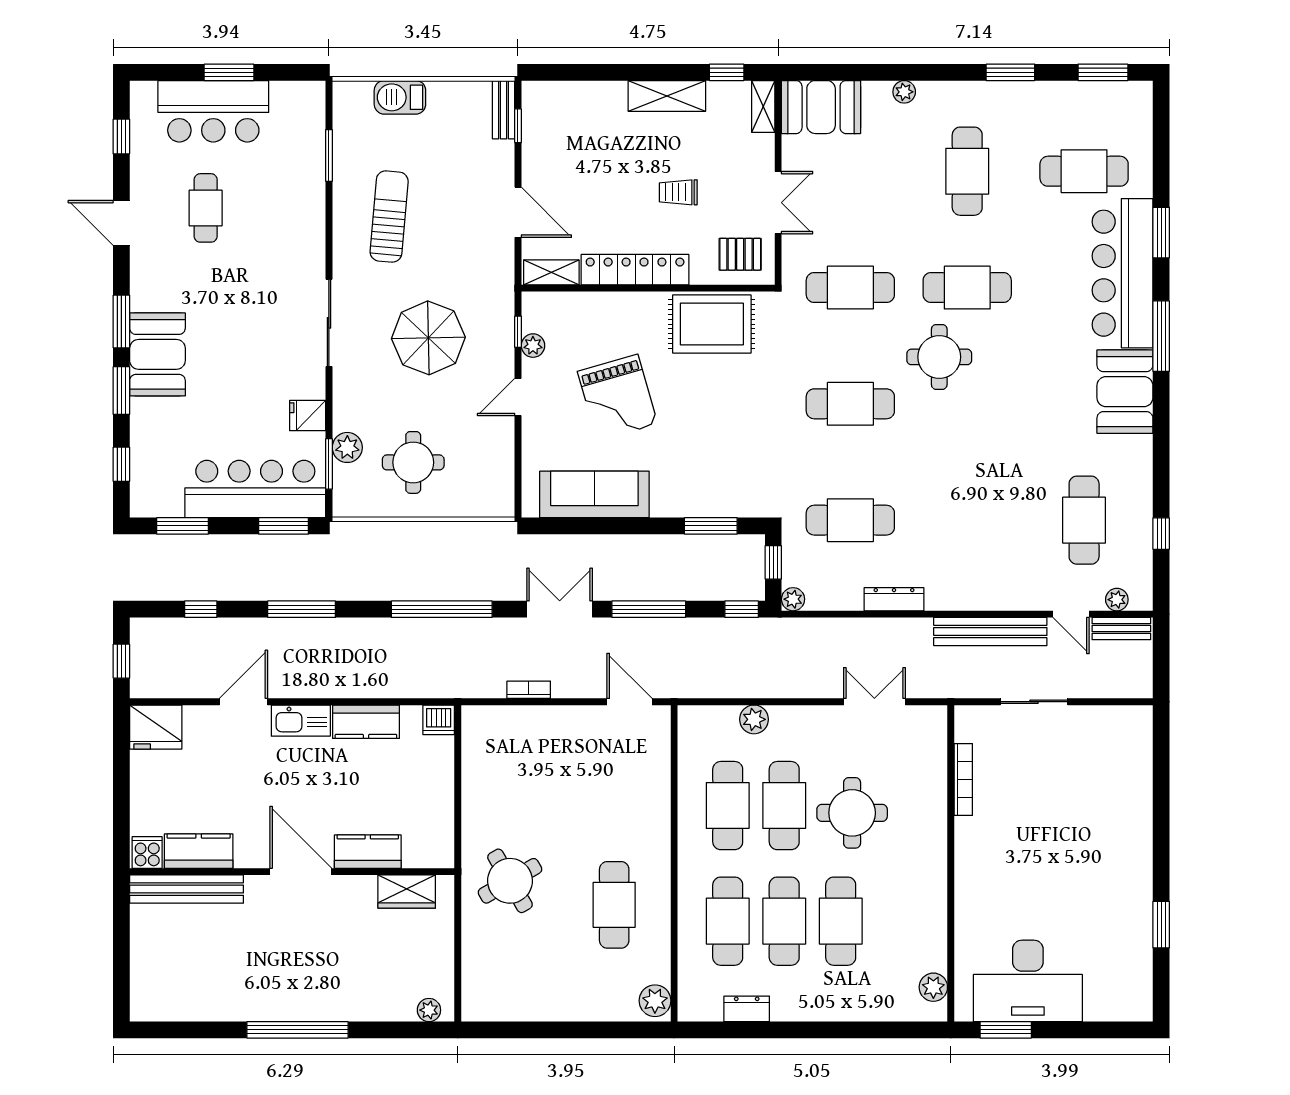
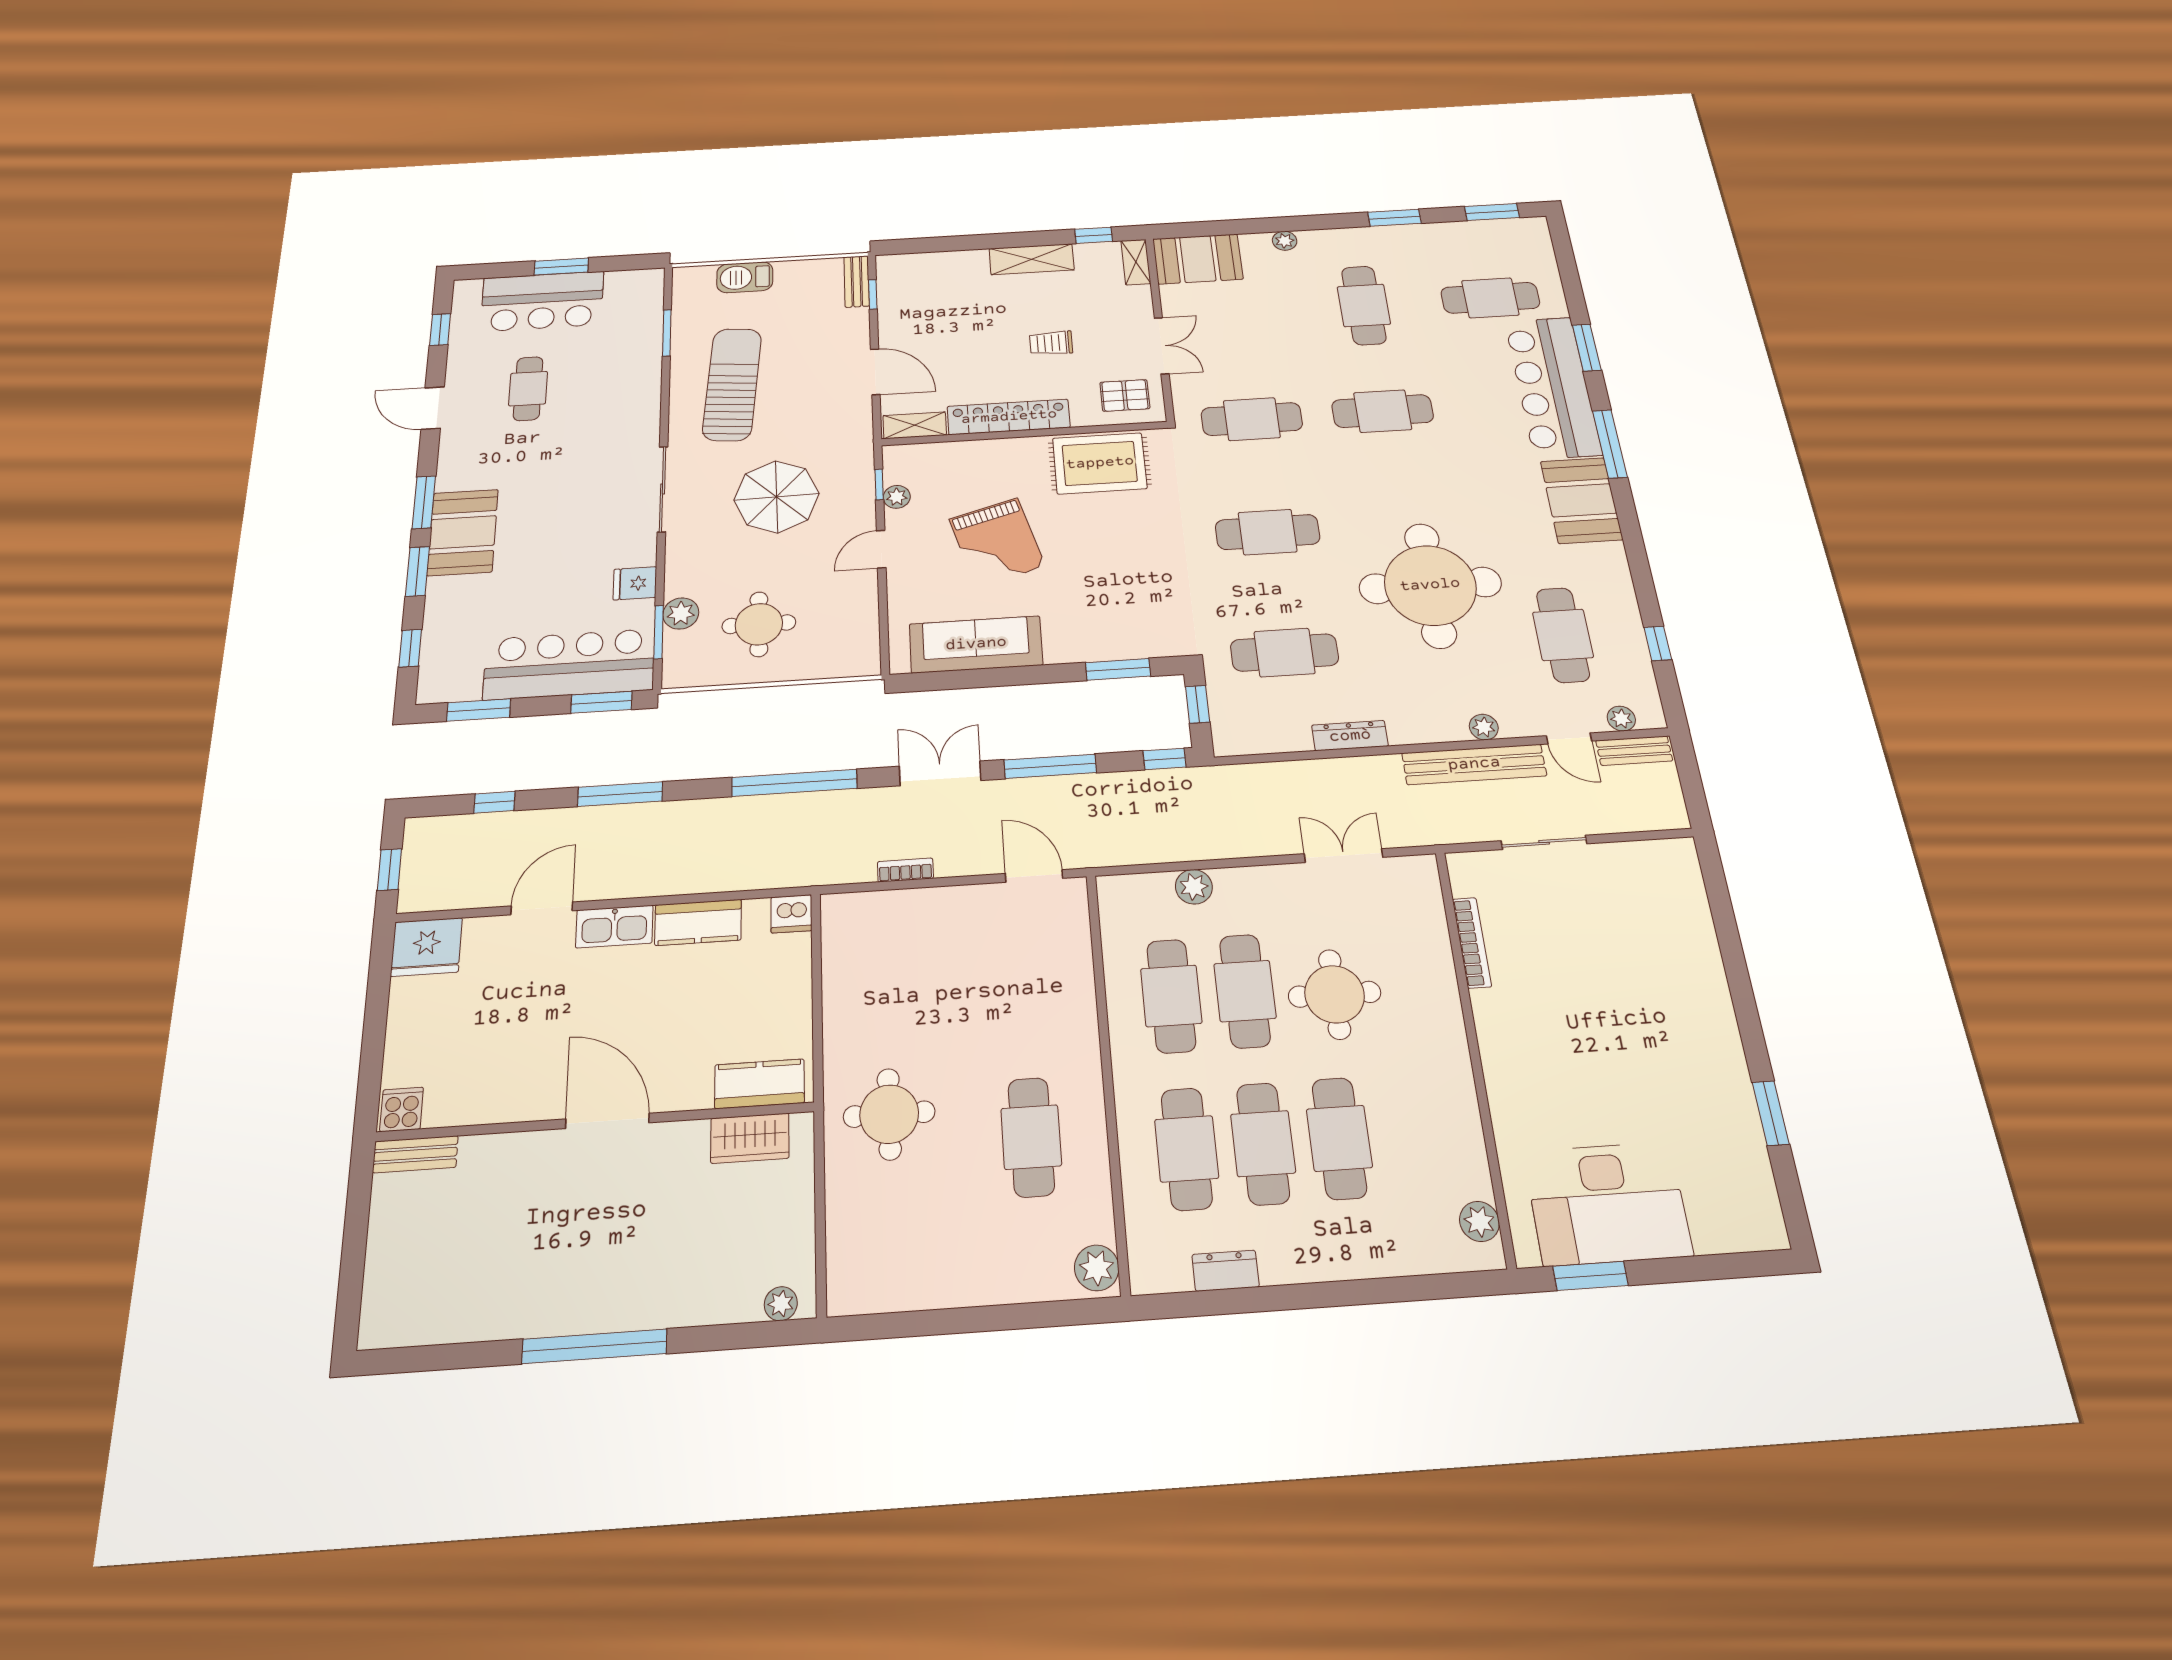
sun lounger: (389, 217) -> (732, 384), width x1.36, depth x1.34
round table: (939, 357) -> (1430, 585), moved, width x1.86, depth x1.86
plant: (793, 599) -> (1484, 727), moved
kitchen counter: (199, 851) -> (471, 1103), removed
kitchen counter: (368, 852) -> (760, 1084), moved
round table: (510, 881) -> (889, 1114), turned 30
bench: (187, 889) -> (415, 1154), width x0.54, depth x0.82

